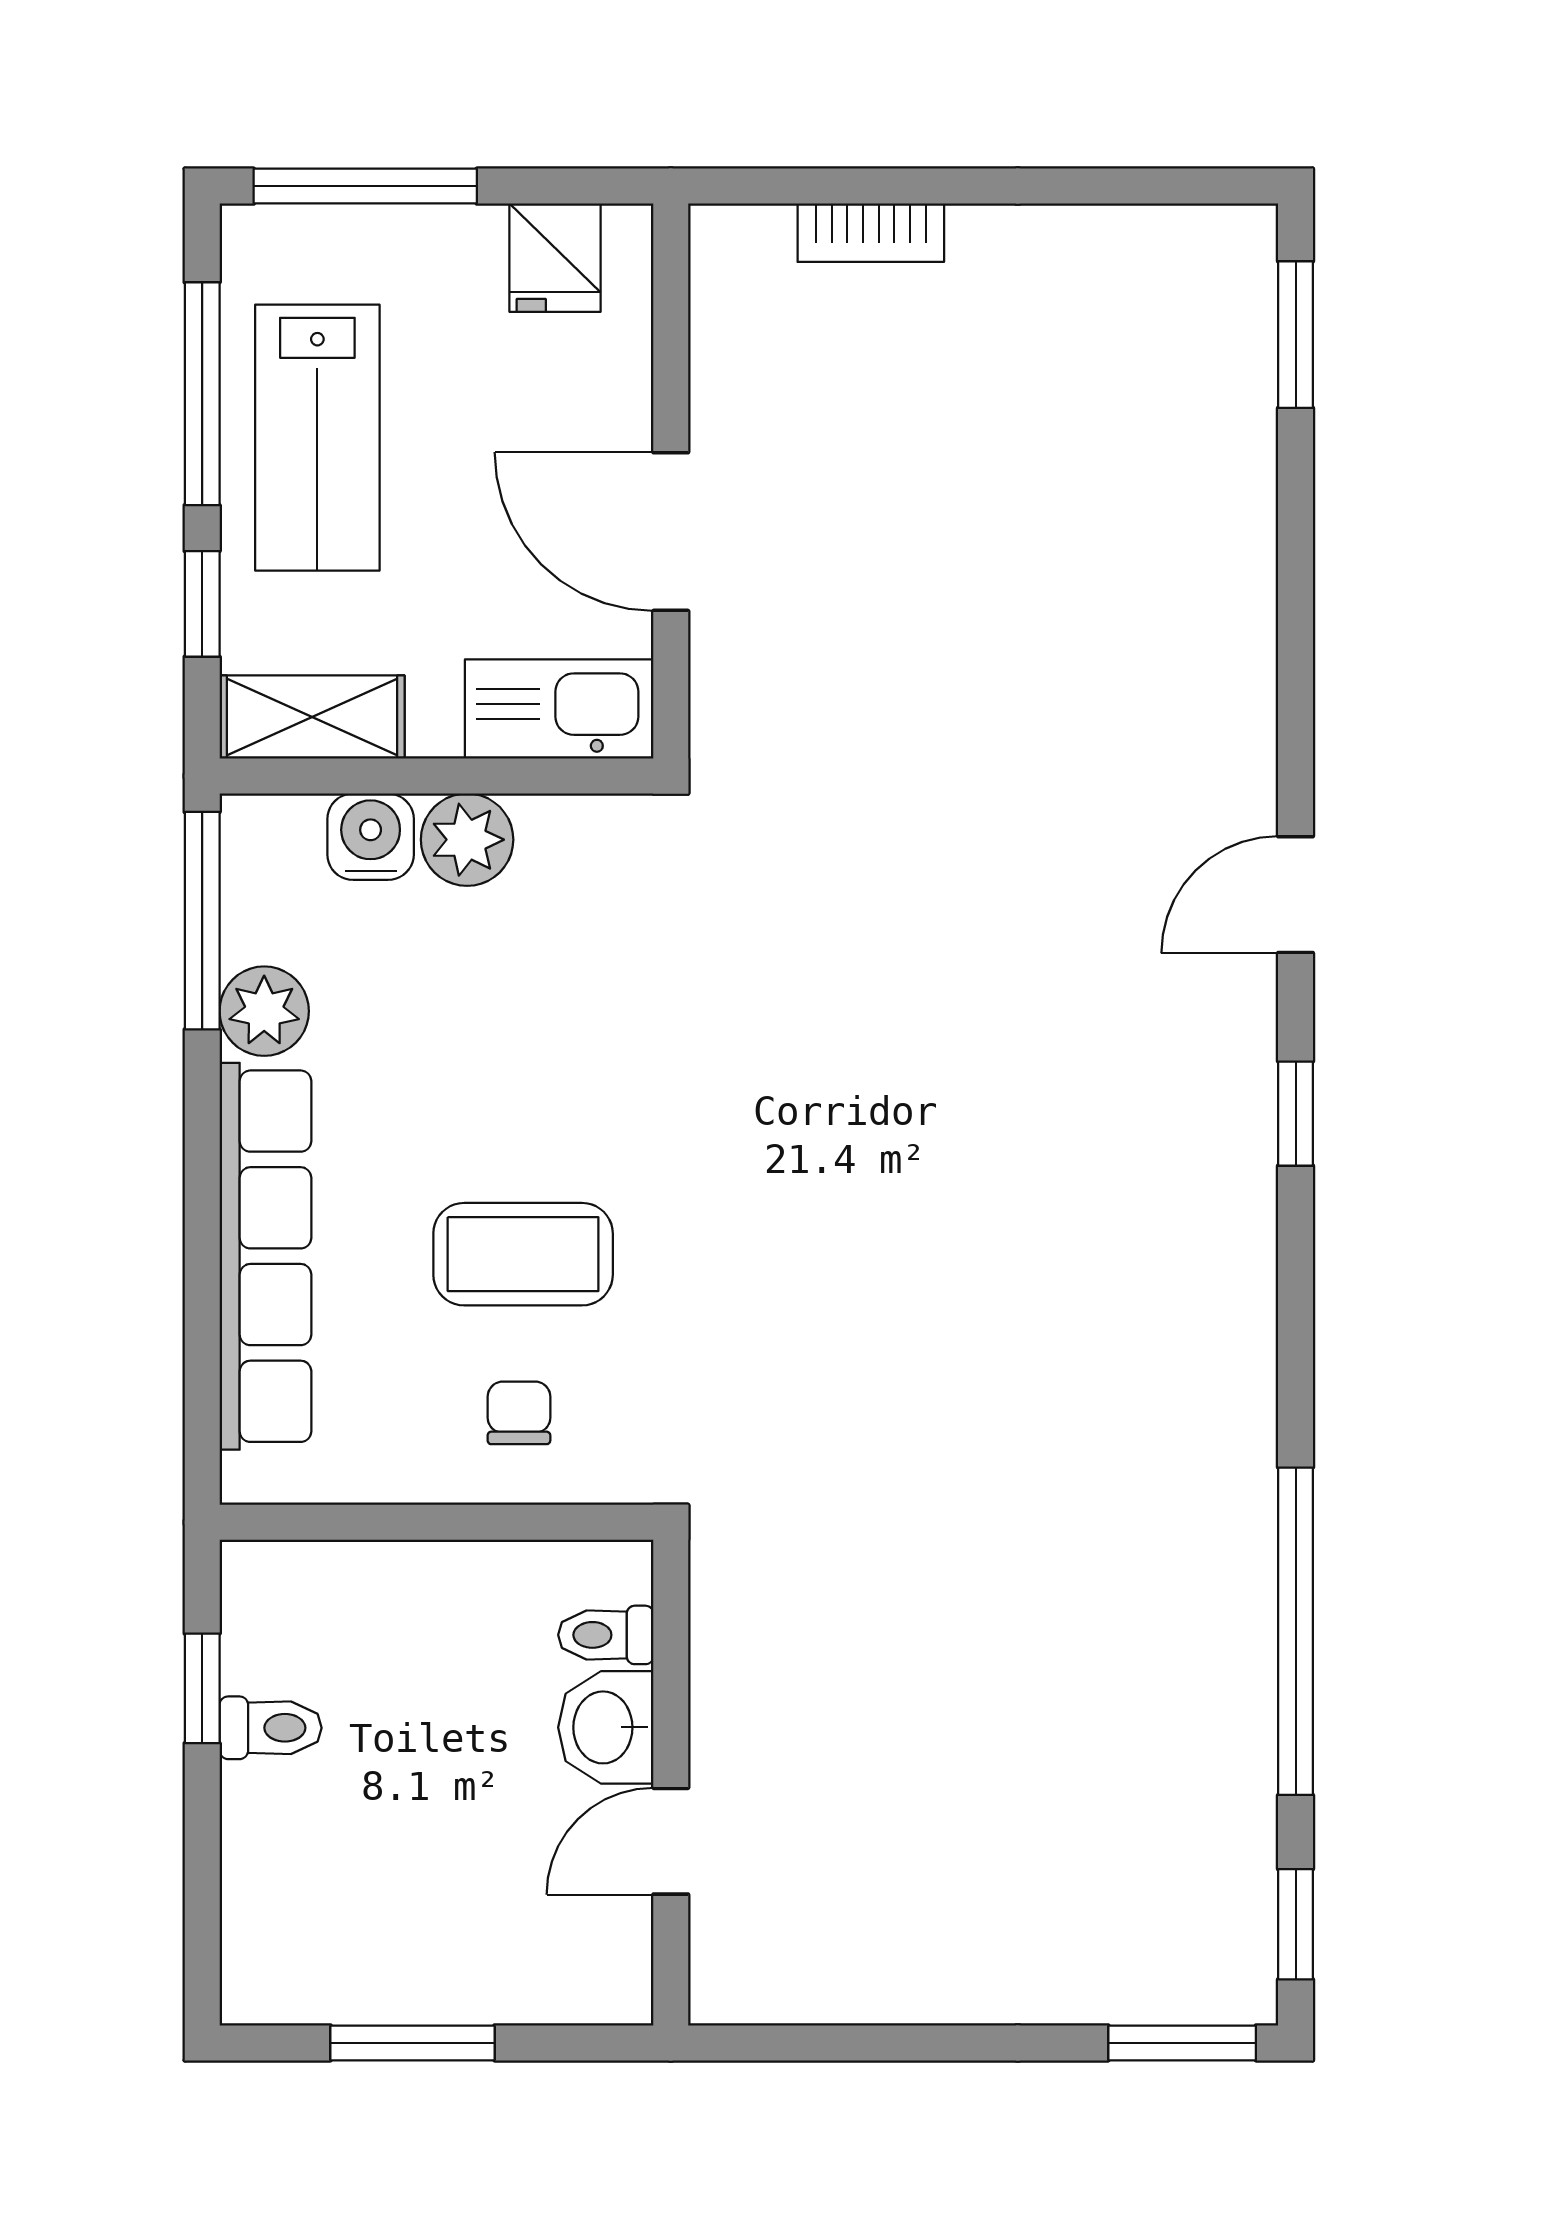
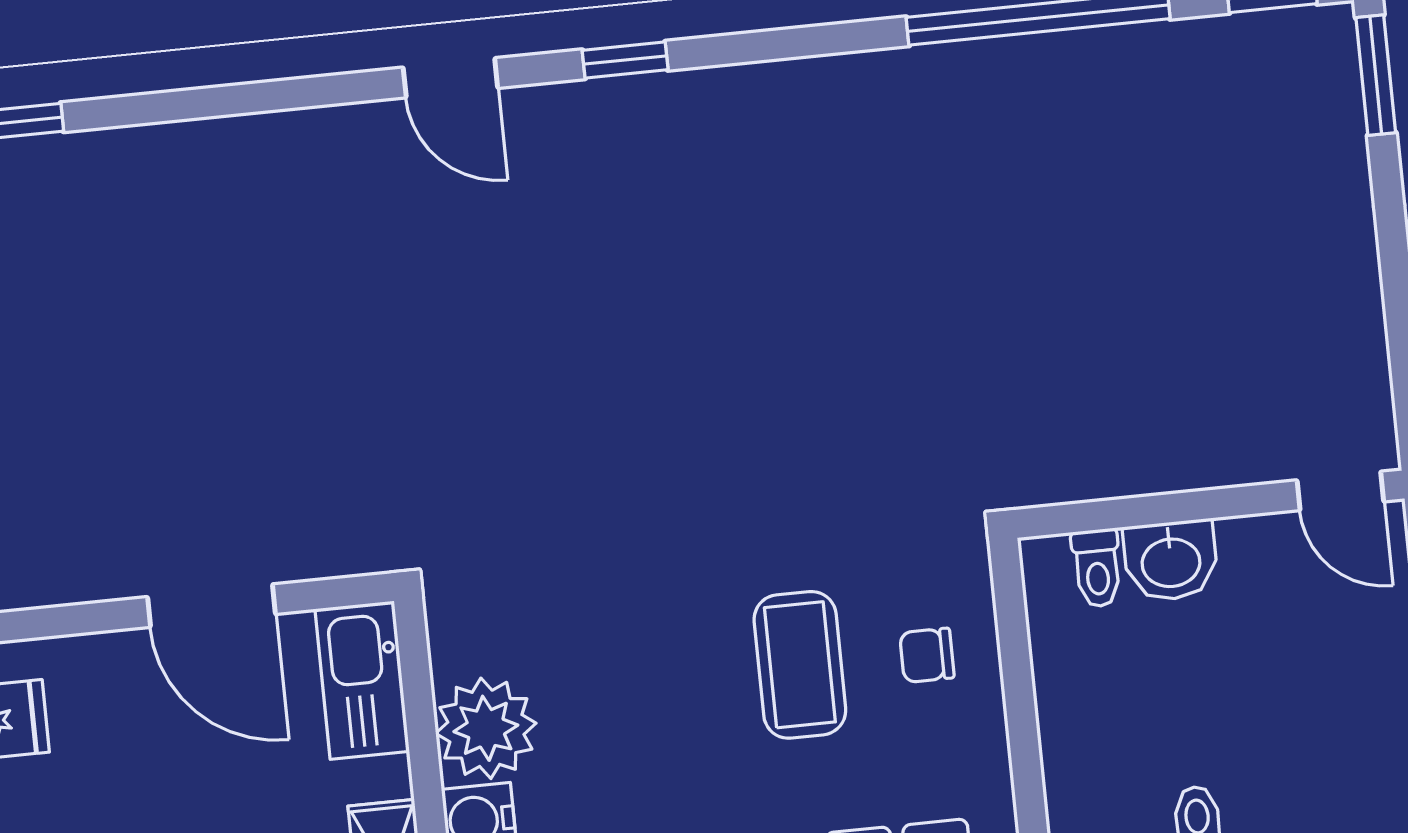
door: (671, 532) -> (211, 606), hinge flipped
plant: (467, 840) -> (486, 728), width x1.36, depth x1.36
door: (671, 1841) -> (1340, 491), moved

